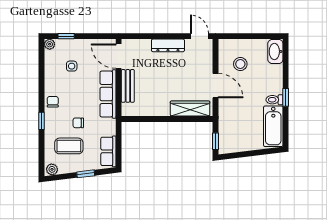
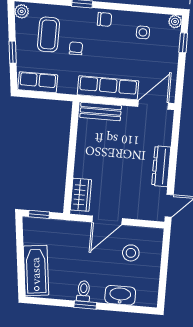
washbasin: (275, 51) -> (120, 295), moved
side table: (72, 66) -> (143, 32), moved
bench: (128, 86) -> (101, 112), moved
wardrobe: (190, 109) -> (81, 195), width x0.67
bathtub: (273, 126) -> (36, 271), moved, turned 83

